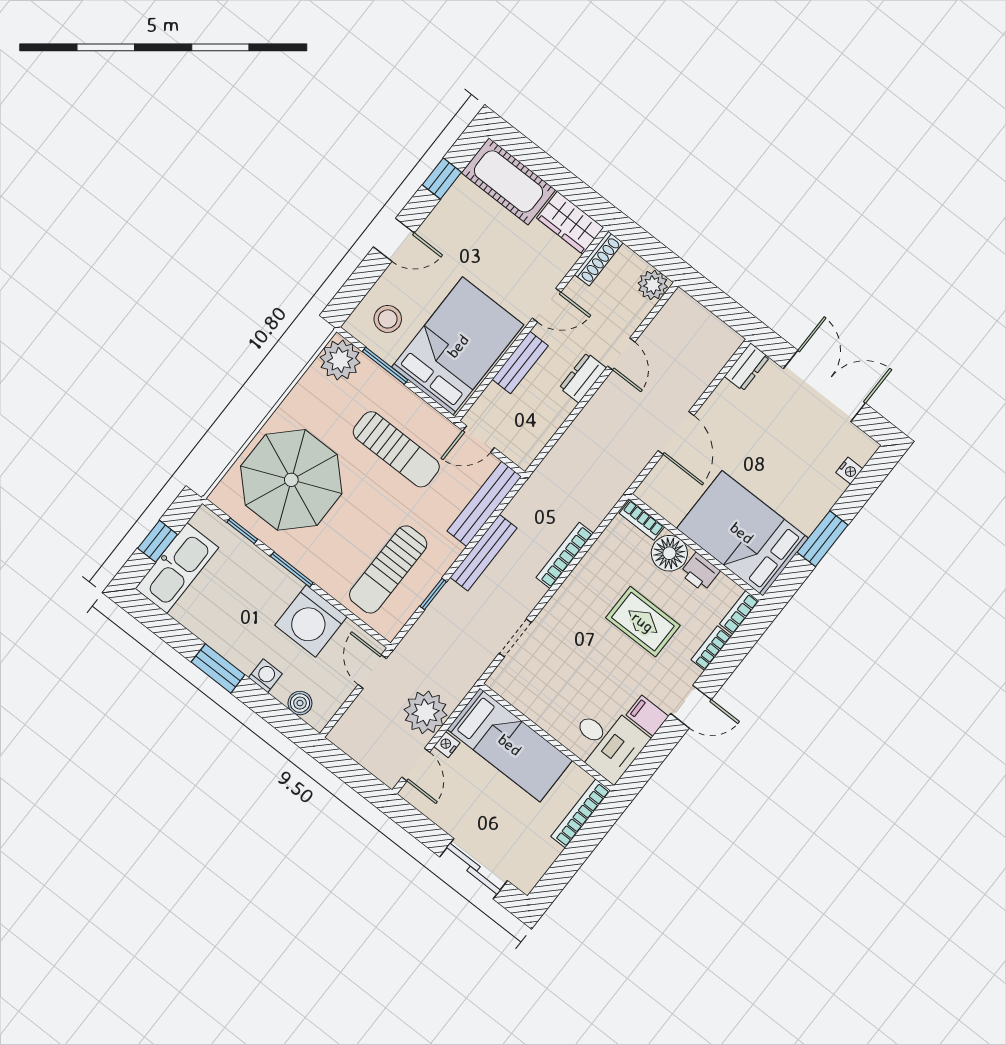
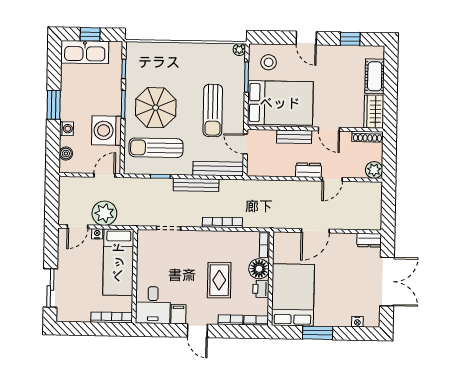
cot: (509, 181) -> (375, 76), width x0.73, depth x0.75
plant: (340, 360) -> (239, 50), width x0.53, depth x0.53
parasol: (291, 480) -> (156, 108), moved, width x0.73, depth x0.73

